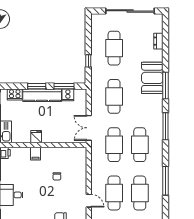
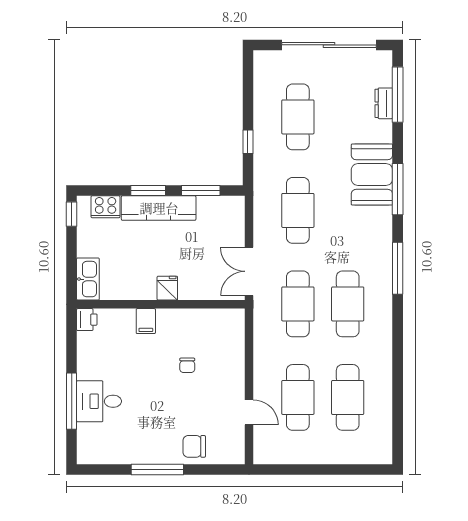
cooker: (68, 95) -> (208, 207), removed
fridge: (36, 137) -> (167, 288), moved
window: (166, 181) -> (398, 95), moved

